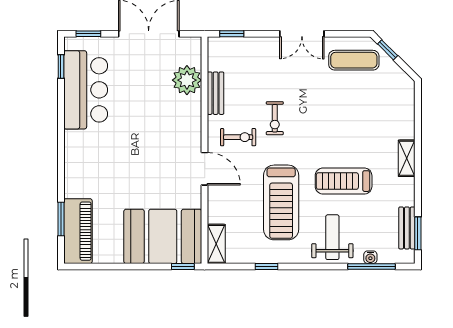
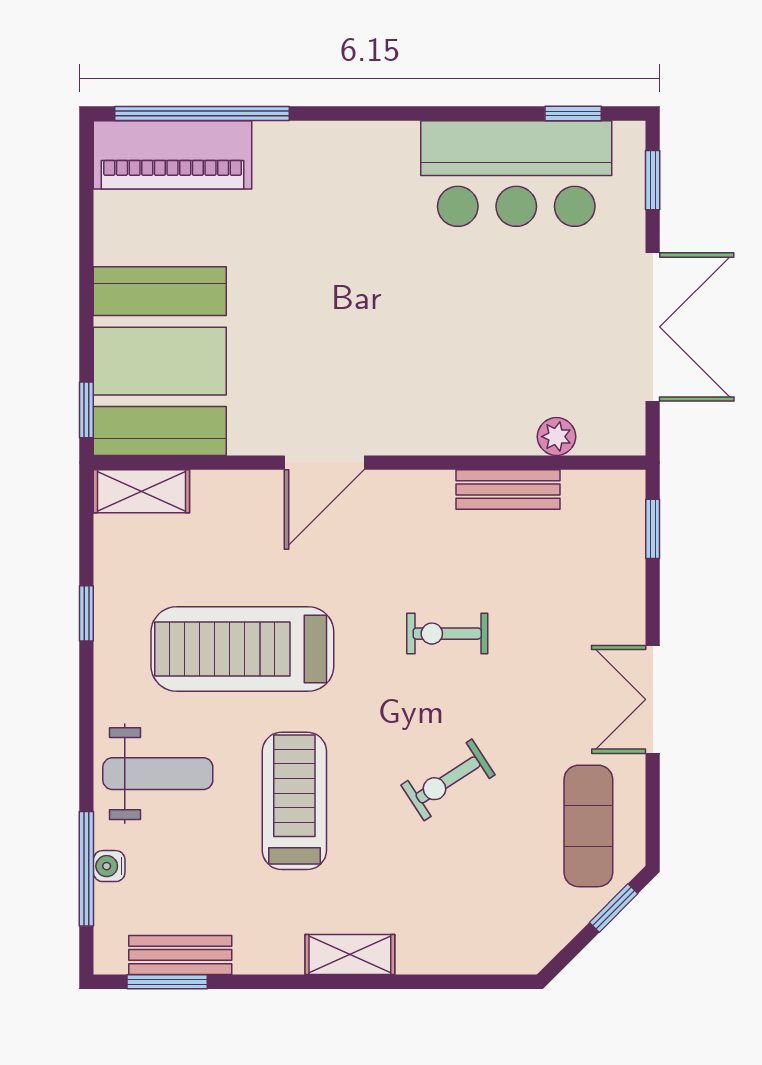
plant: (187, 80) -> (557, 437), width x0.53, depth x0.53
exercise bike: (238, 137) -> (448, 780), moved, turned 57
window: (61, 219) -> (202, 113), width x2.11

